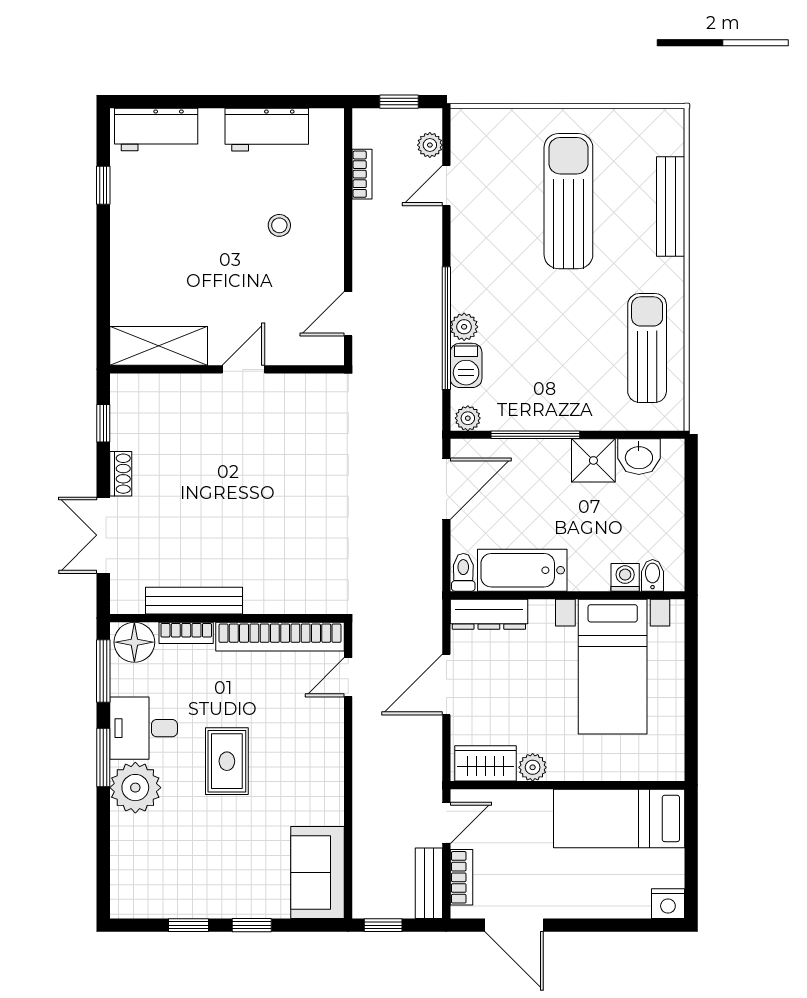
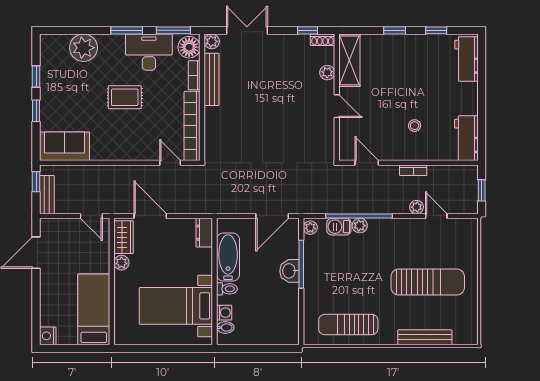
workbench: (267, 130) -> (466, 138), moved
plant: (430, 145) -> (417, 207), moved
bookcase: (362, 174) -> (413, 170), moved
window: (103, 262) -> (395, 30), added
sun lounger: (647, 348) -> (348, 325), turned 180
plant: (181, 387) -> (327, 73), added
washbasin: (639, 457) -> (289, 271), moved
shower: (593, 460) -> (287, 296), removed
shoe rack: (121, 474) -> (322, 40), moved
door: (446, 489) -> (272, 216), hinge flipped
toilet: (463, 572) -> (227, 289), moved
plant: (124, 600) -> (212, 41), added
dresser: (489, 614) -> (204, 233), width x0.70
door: (446, 684) -> (150, 216), moved
desk: (144, 728) -> (149, 52), width x1.37
plant: (135, 788) -> (84, 48), moved
bookcase: (461, 877) -> (62, 224), removed
bench: (429, 883) -> (47, 195), moved, turned 90

